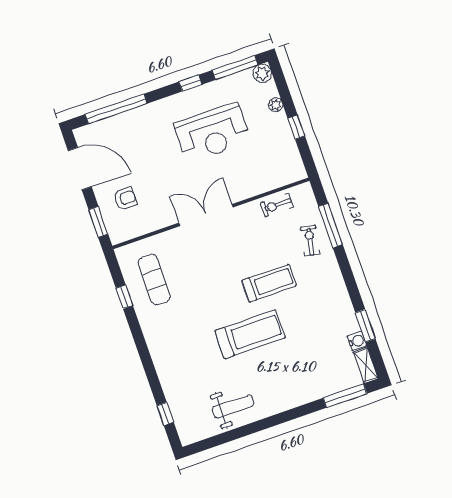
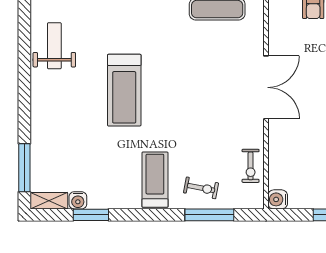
water cooler: (297, 172) -> (278, 199), added
exercise bike: (277, 205) -> (251, 166), turned 180
treadmill: (269, 283) -> (155, 180), moved, turned 180
weight bench: (233, 406) -> (54, 46), turned 180

